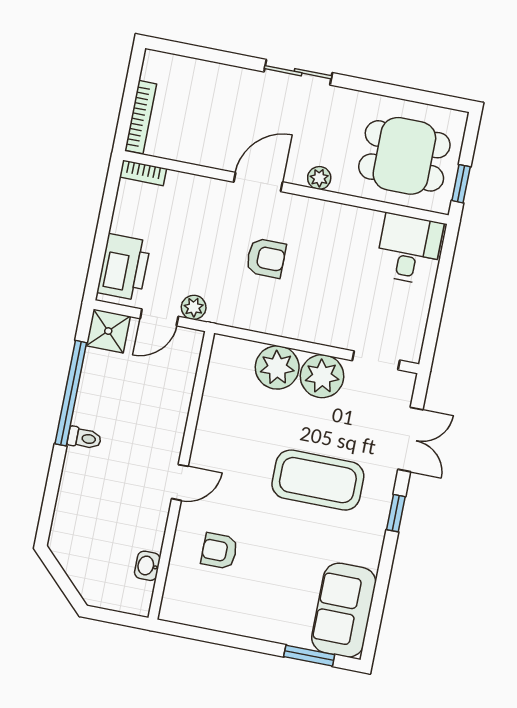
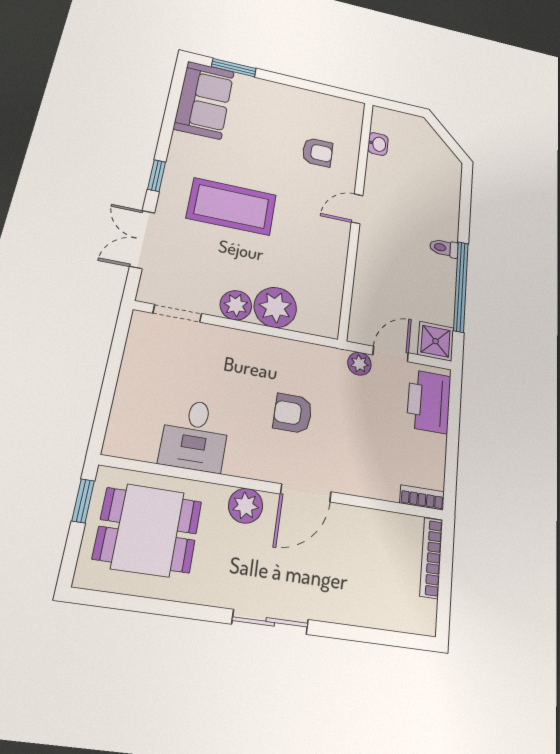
plant: (319, 178) -> (246, 506), width x1.38, depth x1.38
desk: (409, 249) -> (195, 435), moved
plant: (322, 376) -> (236, 305), width x0.73, depth x0.73

